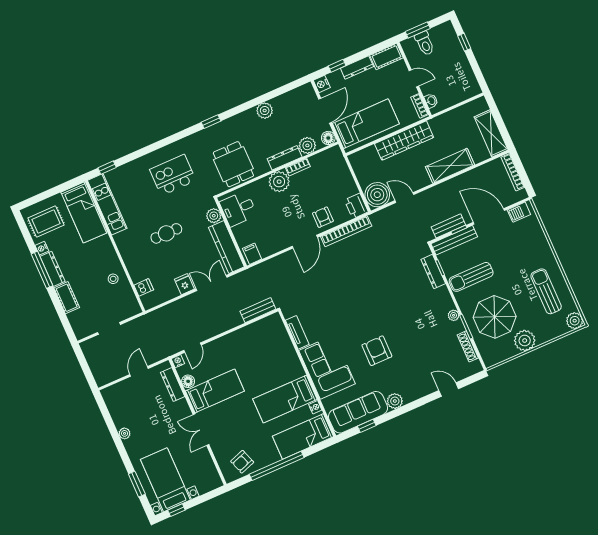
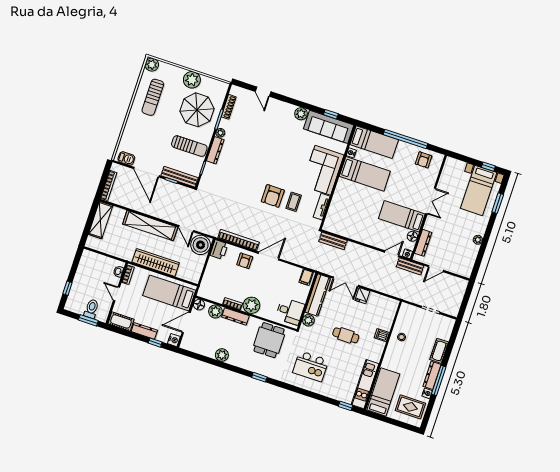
shelving: (450, 166) -> (150, 226), width x1.47
bench: (448, 226) -> (410, 266), moved
dresser: (433, 271) -> (215, 150), moved
dishwasher: (144, 287) -> (382, 335), moved
coffee table: (327, 313) -> (294, 202), added
armchair: (377, 351) -> (273, 196), moved
armchair: (242, 462) -> (424, 160), turned 109

